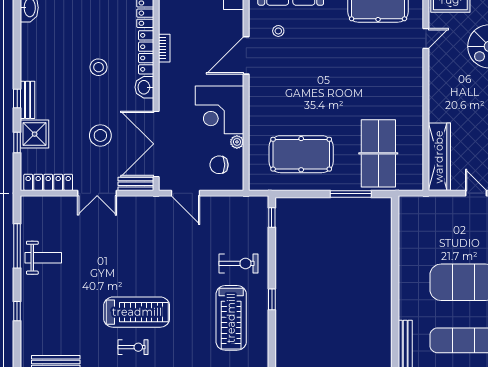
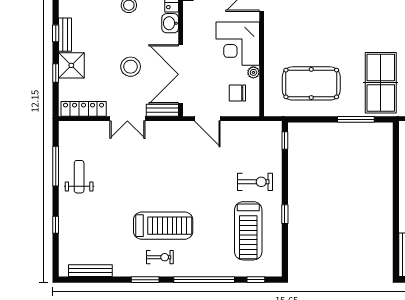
weight bench: (43, 258) -> (79, 177), turned -90

